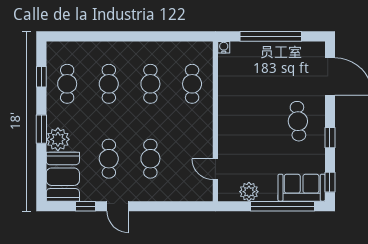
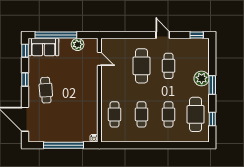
cafe table: (67, 84) -> (196, 114), width x1.37, depth x1.35
cafe table: (150, 159) -> (142, 66), width x1.37, depth x1.35
booth: (63, 177) -> (198, 54), removed
window: (86, 206) -> (197, 35), moved

